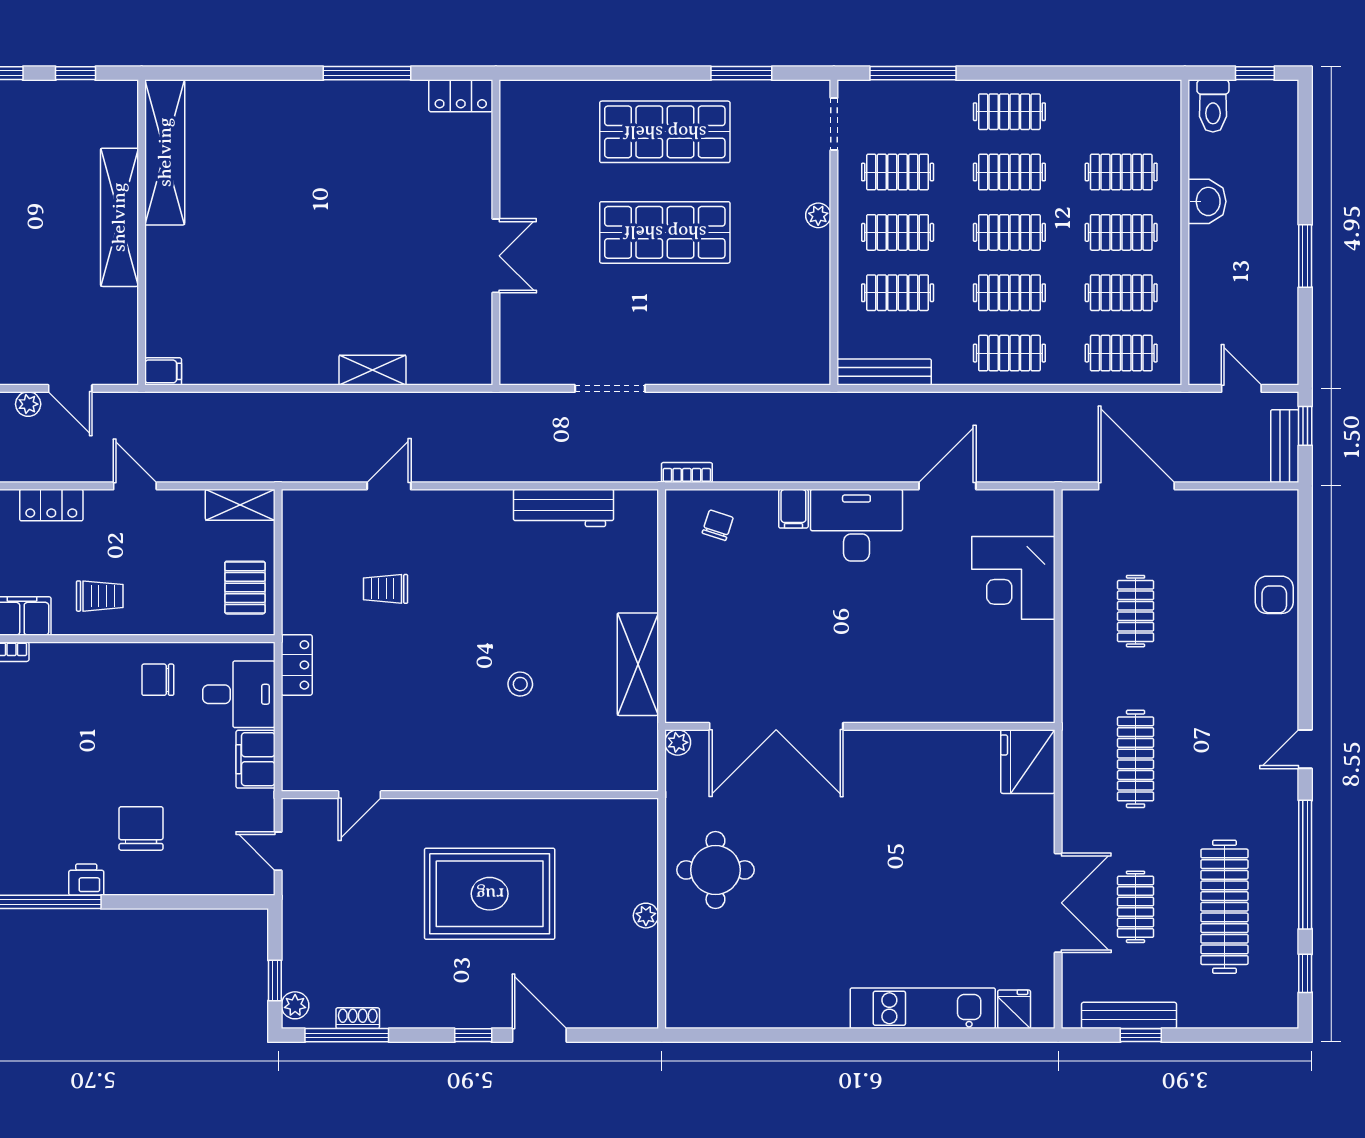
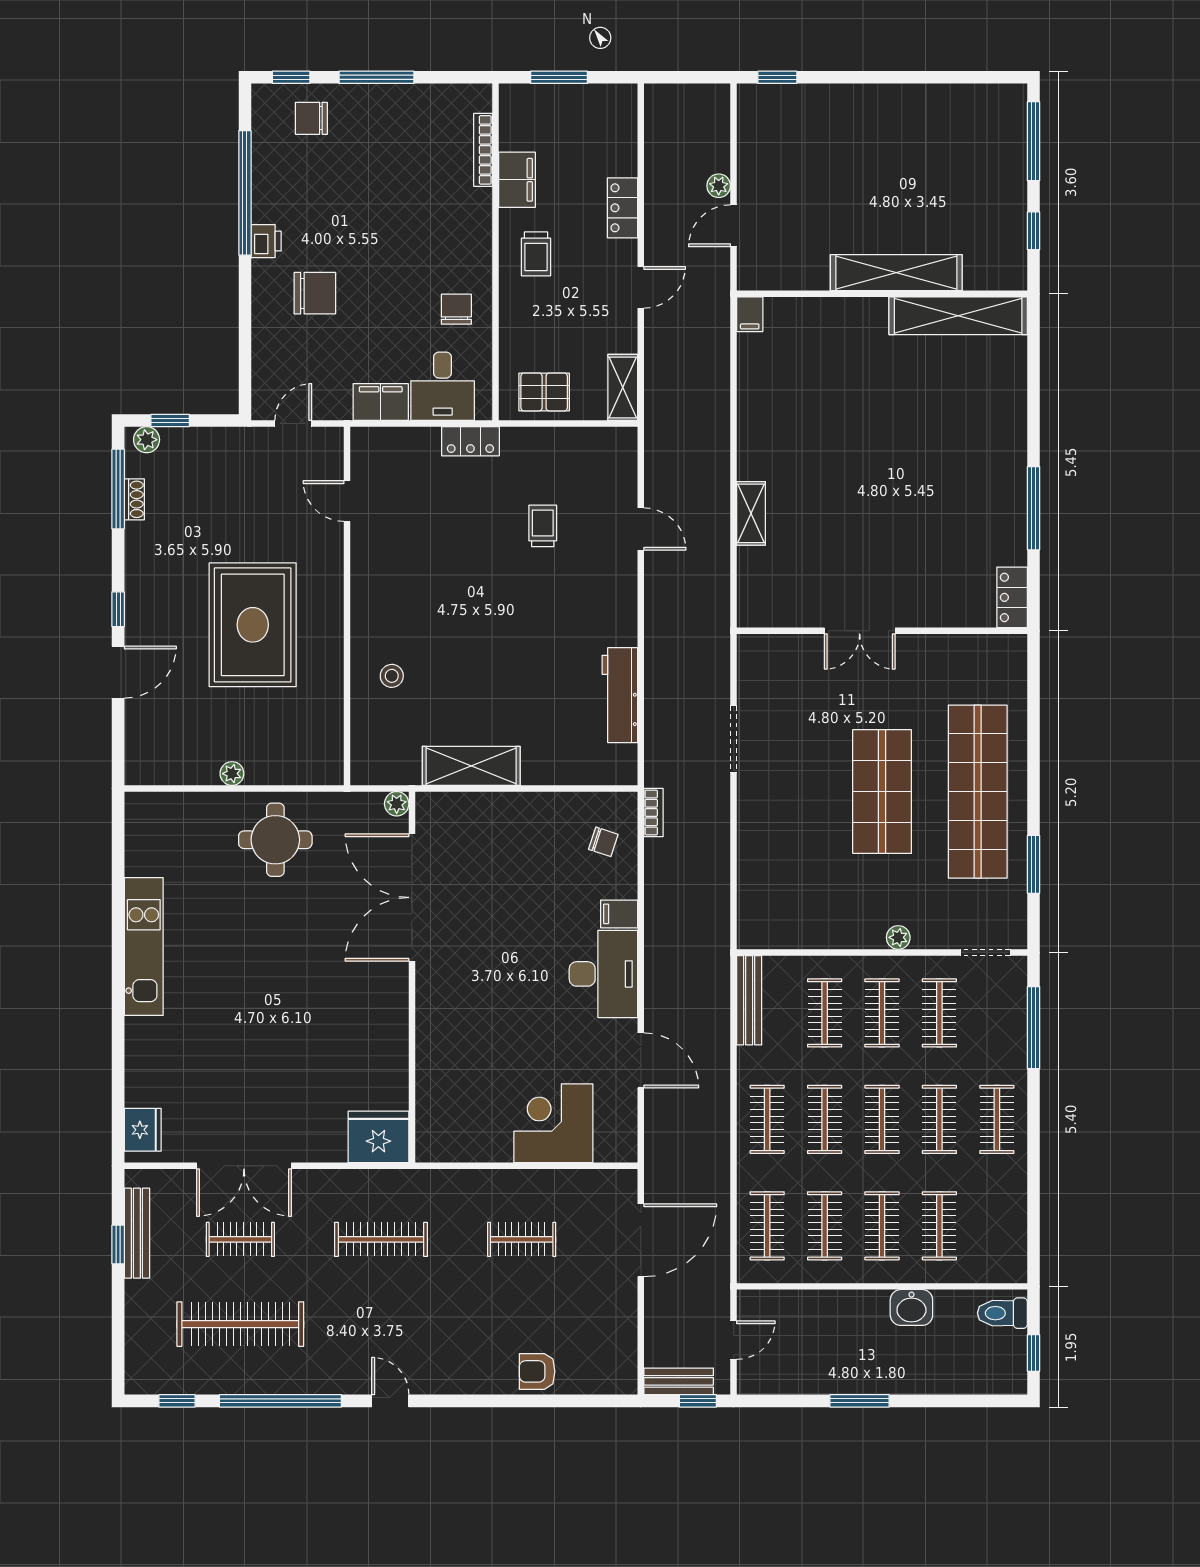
shop shelf: (665, 132) -> (978, 792), width x1.40
stool: (520, 684) -> (392, 676), moved
kitchen unit: (923, 1008) -> (144, 947), moved
fridge: (1014, 1009) -> (143, 1130), width x1.38

